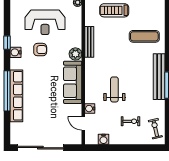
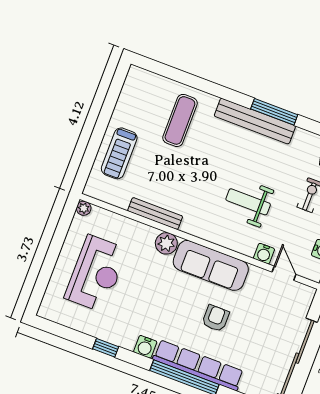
armchair: (40, 50) -> (215, 318), moved
water cooler: (16, 52) -> (145, 347), moved
door: (83, 123) -> (284, 273), swing flipped

